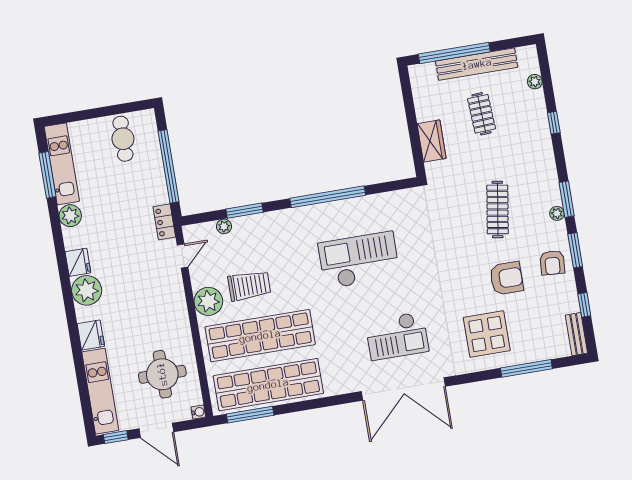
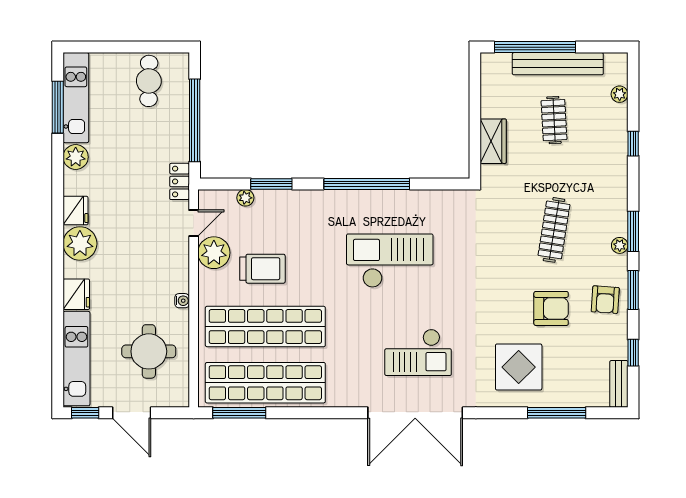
plant: (208, 301) -> (214, 253), moved
water cooler: (198, 412) -> (182, 301), moved

